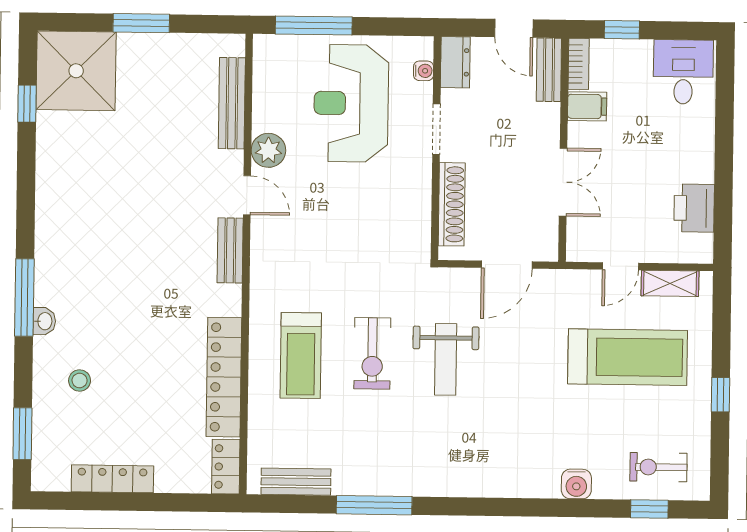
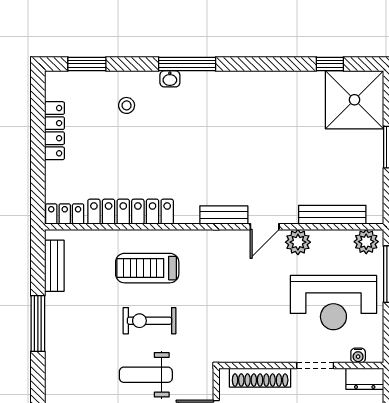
plant: (269, 58) -> (366, 242), added
reception desk: (351, 103) -> (333, 303), turned 180

